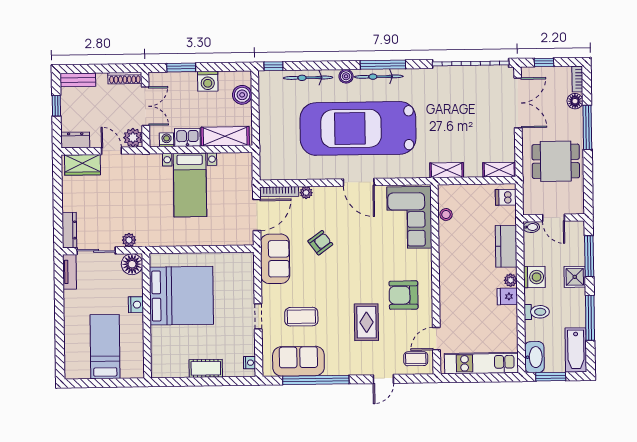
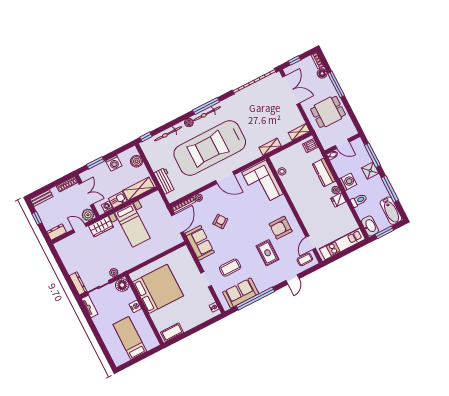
workbench: (269, 144) -> (165, 181), added
wardrobe: (82, 165) -> (101, 226), moved
cot: (206, 368) -> (172, 332), moved

